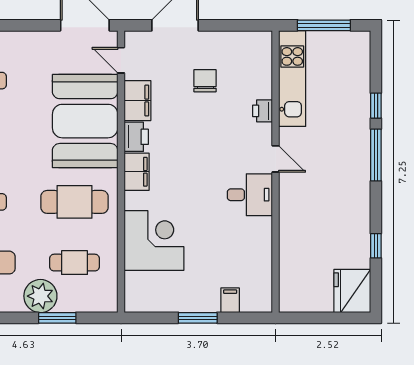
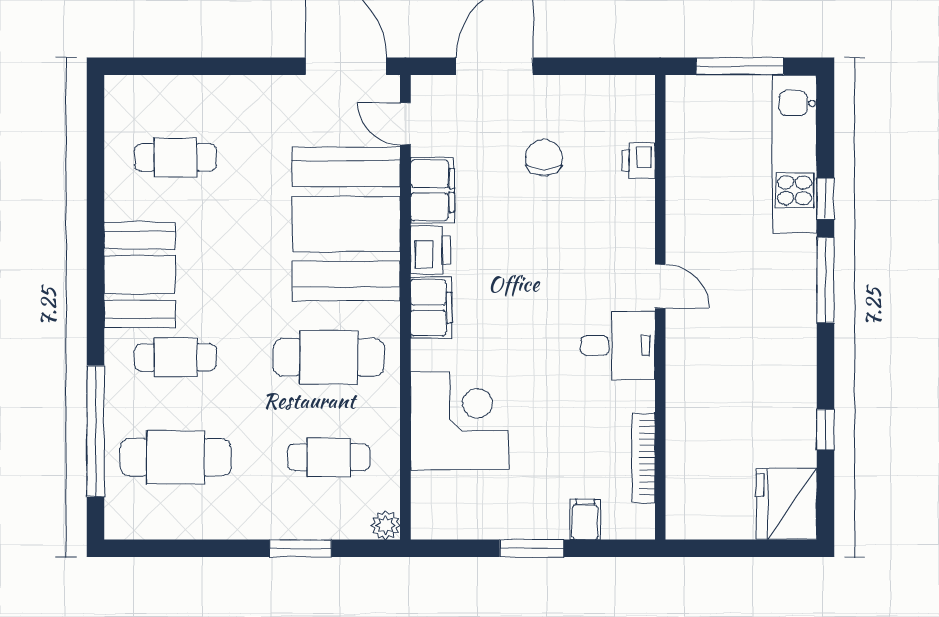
kitchen unit: (292, 79) -> (795, 154), moved, turned 180
printer: (263, 111) -> (639, 161), moved
bookcase: (265, 263) -> (643, 458), added
plant: (40, 296) -> (386, 525), moved, width x0.53, depth x0.53

